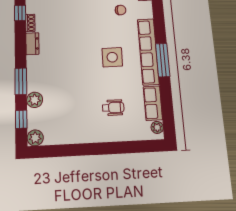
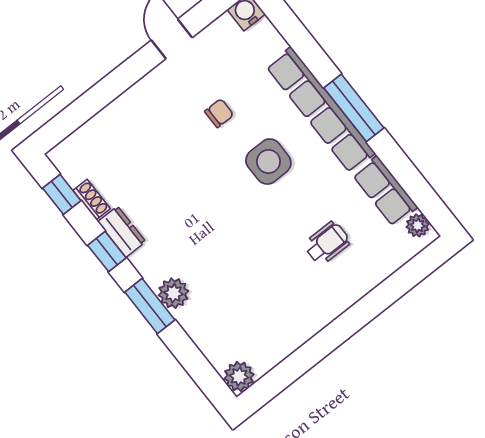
chair: (121, 10) -> (219, 113), moved
plant: (35, 100) -> (173, 293), moved
window: (21, 119) -> (107, 252), moved

